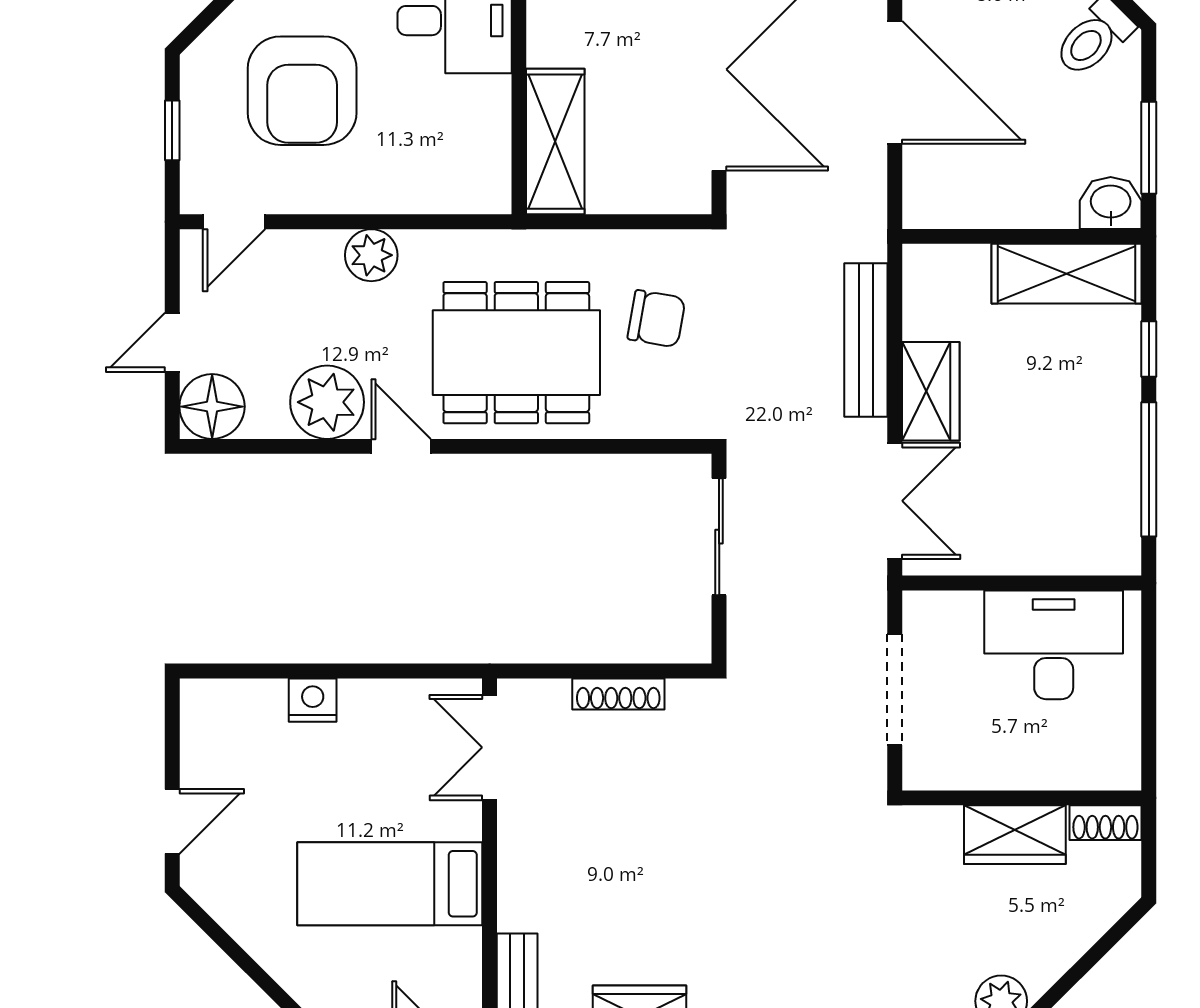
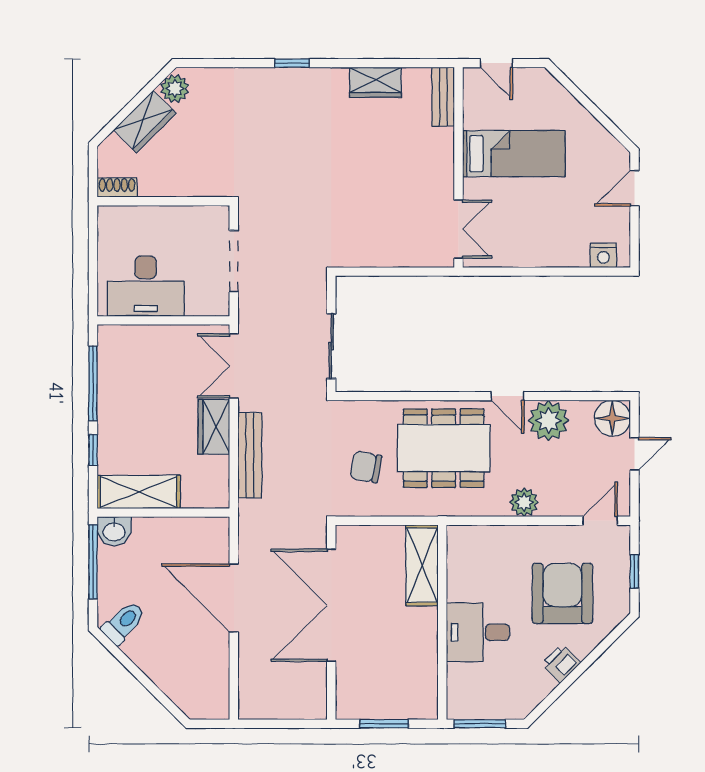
window: (1149, 148) -> (93, 562), width x1.44
shoe rack: (618, 694) -> (387, 259), removed
nightstand: (313, 700) -> (603, 255), moved
wardrobe: (1015, 835) -> (145, 122), moved, turned 135

